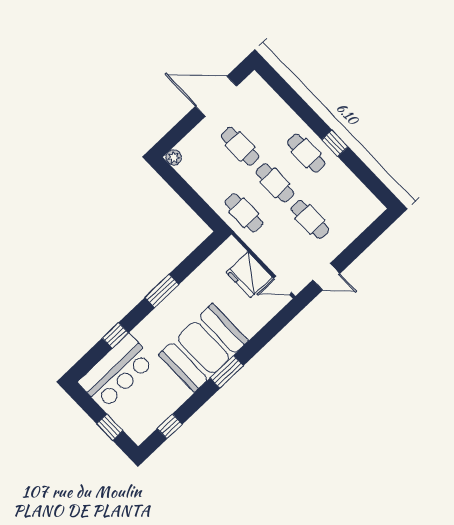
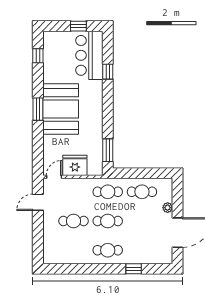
window: (335, 143) -> (134, 269), moved
cafe table: (240, 146) -> (142, 192), moved
plant: (174, 157) -> (168, 208), moved
window: (162, 291) -> (108, 150), moved
window: (110, 427) -> (78, 26), moved

